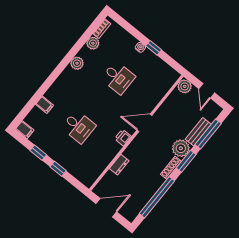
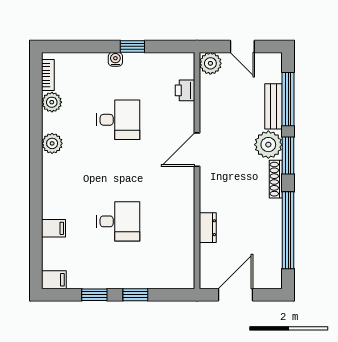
printer: (123, 138) -> (185, 90), moved

